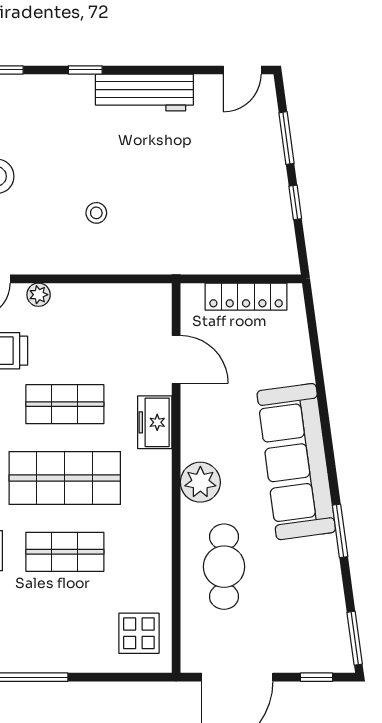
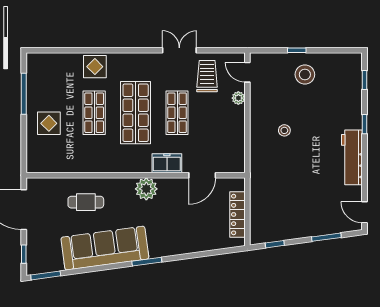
window: (295, 202) -> (275, 244), moved
sofa: (296, 462) -> (105, 248), moved
plant: (200, 482) -> (146, 189), moved
window: (340, 531) -> (147, 262), moved
cafe table: (224, 567) -> (86, 202), width x0.73, depth x0.74
display table: (139, 633) -> (49, 123), moved

